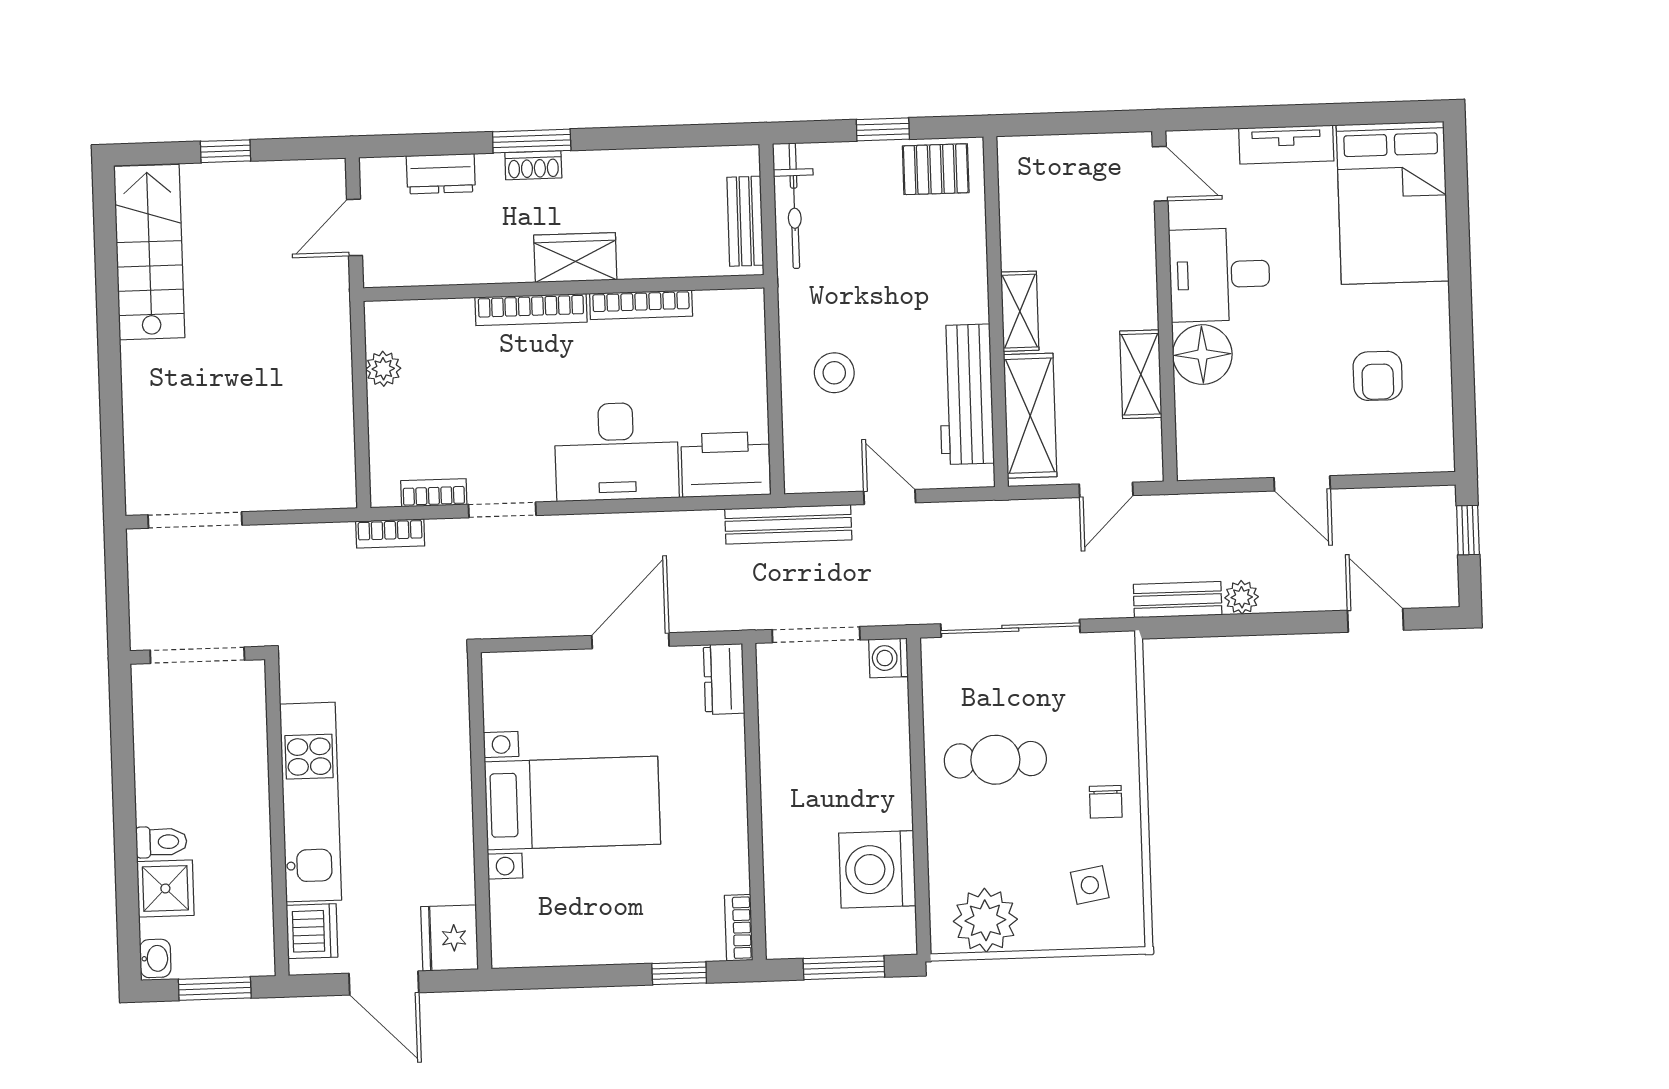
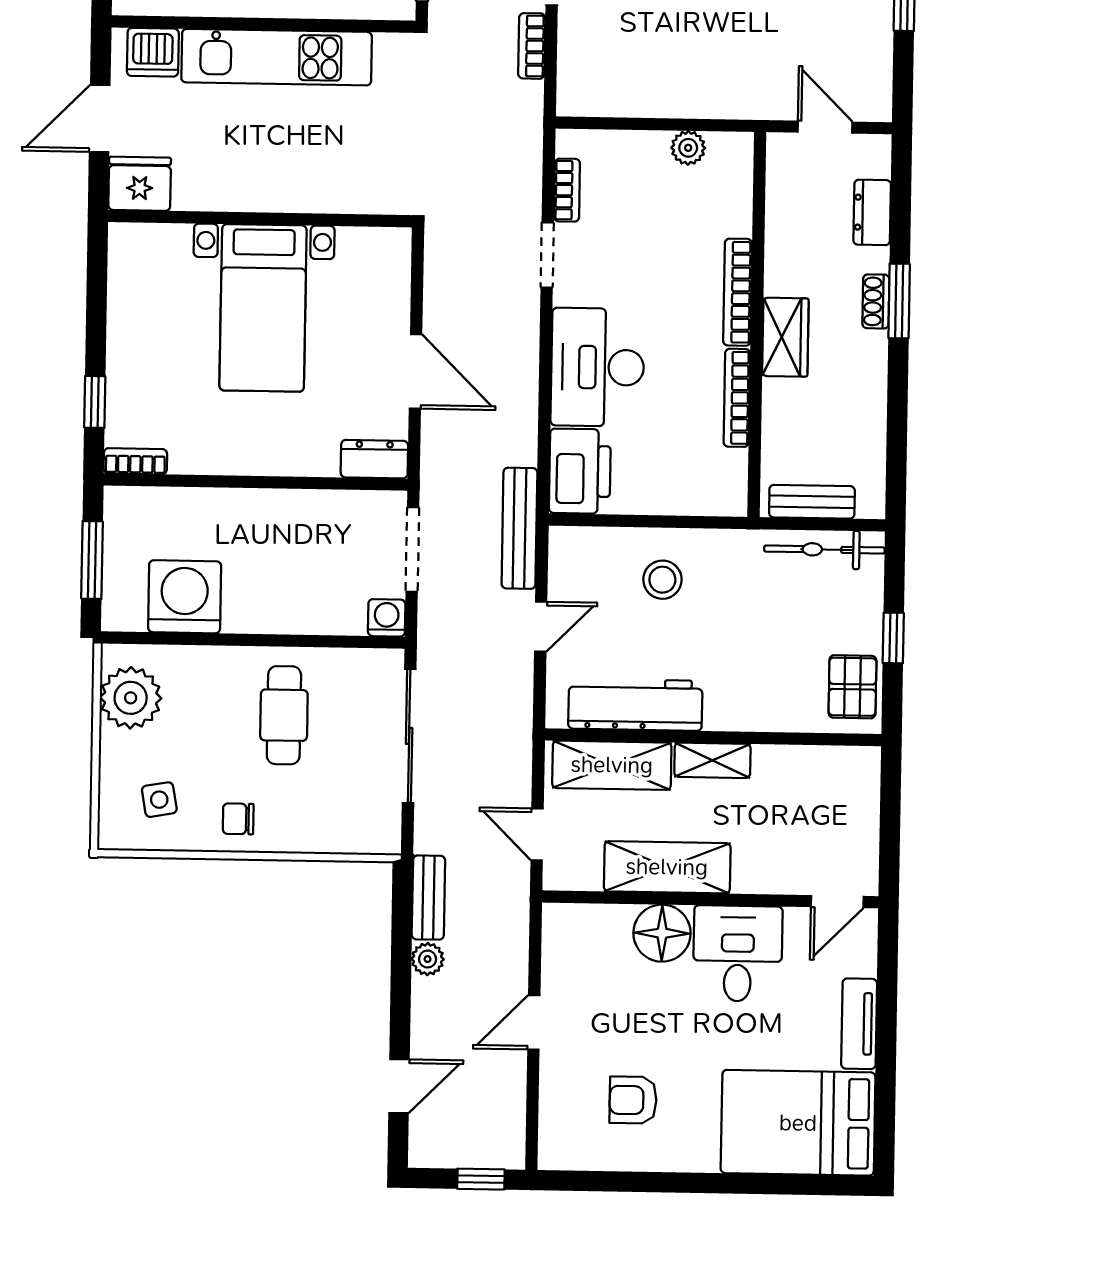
shelving: (1141, 374) -> (667, 867), width x1.50, depth x1.33
bookcase: (390, 534) -> (532, 46), moved

